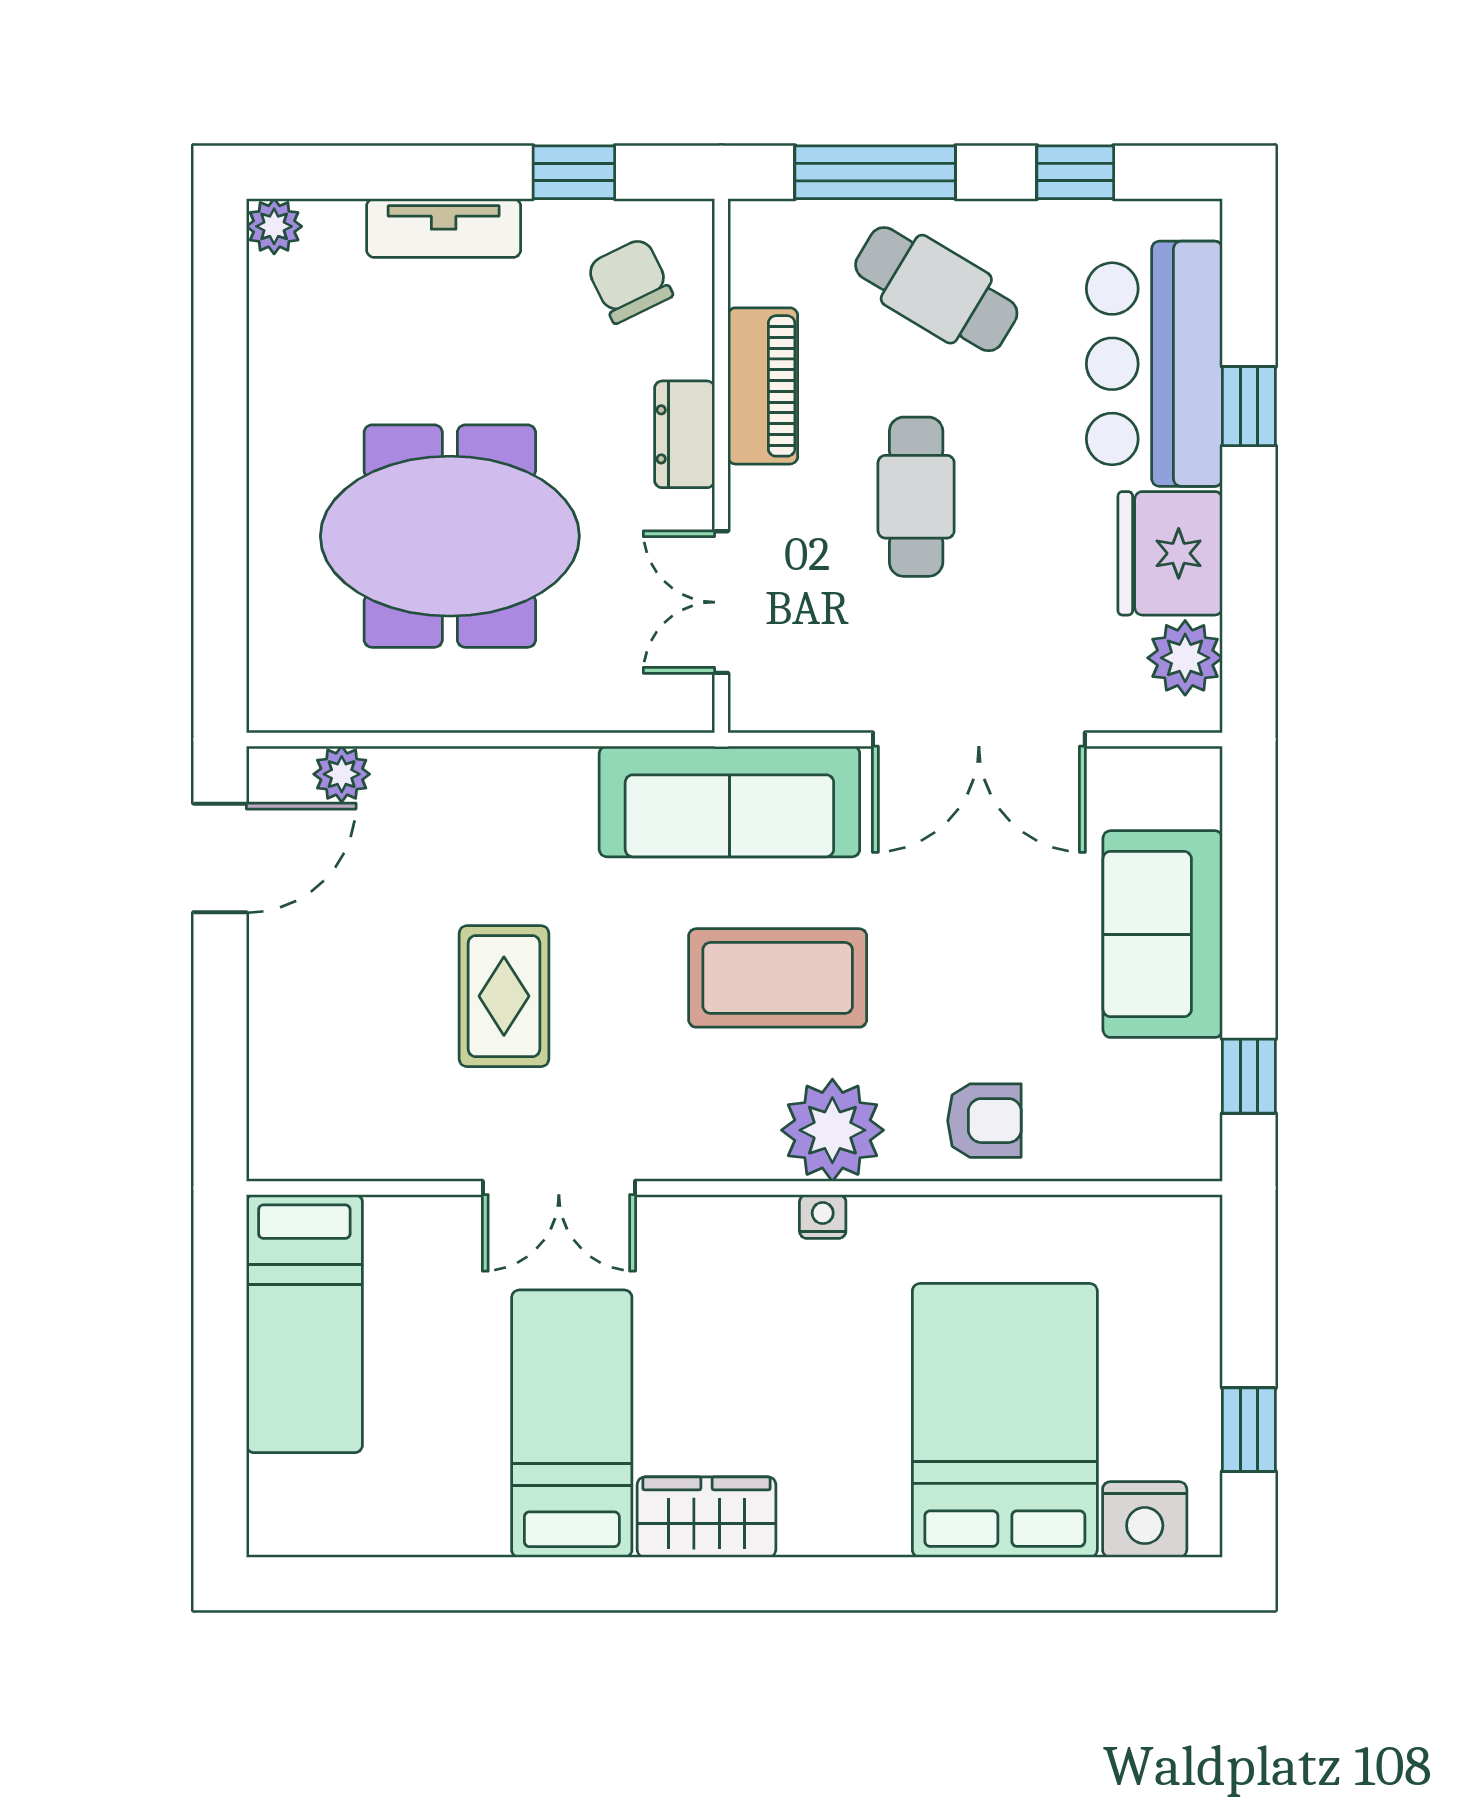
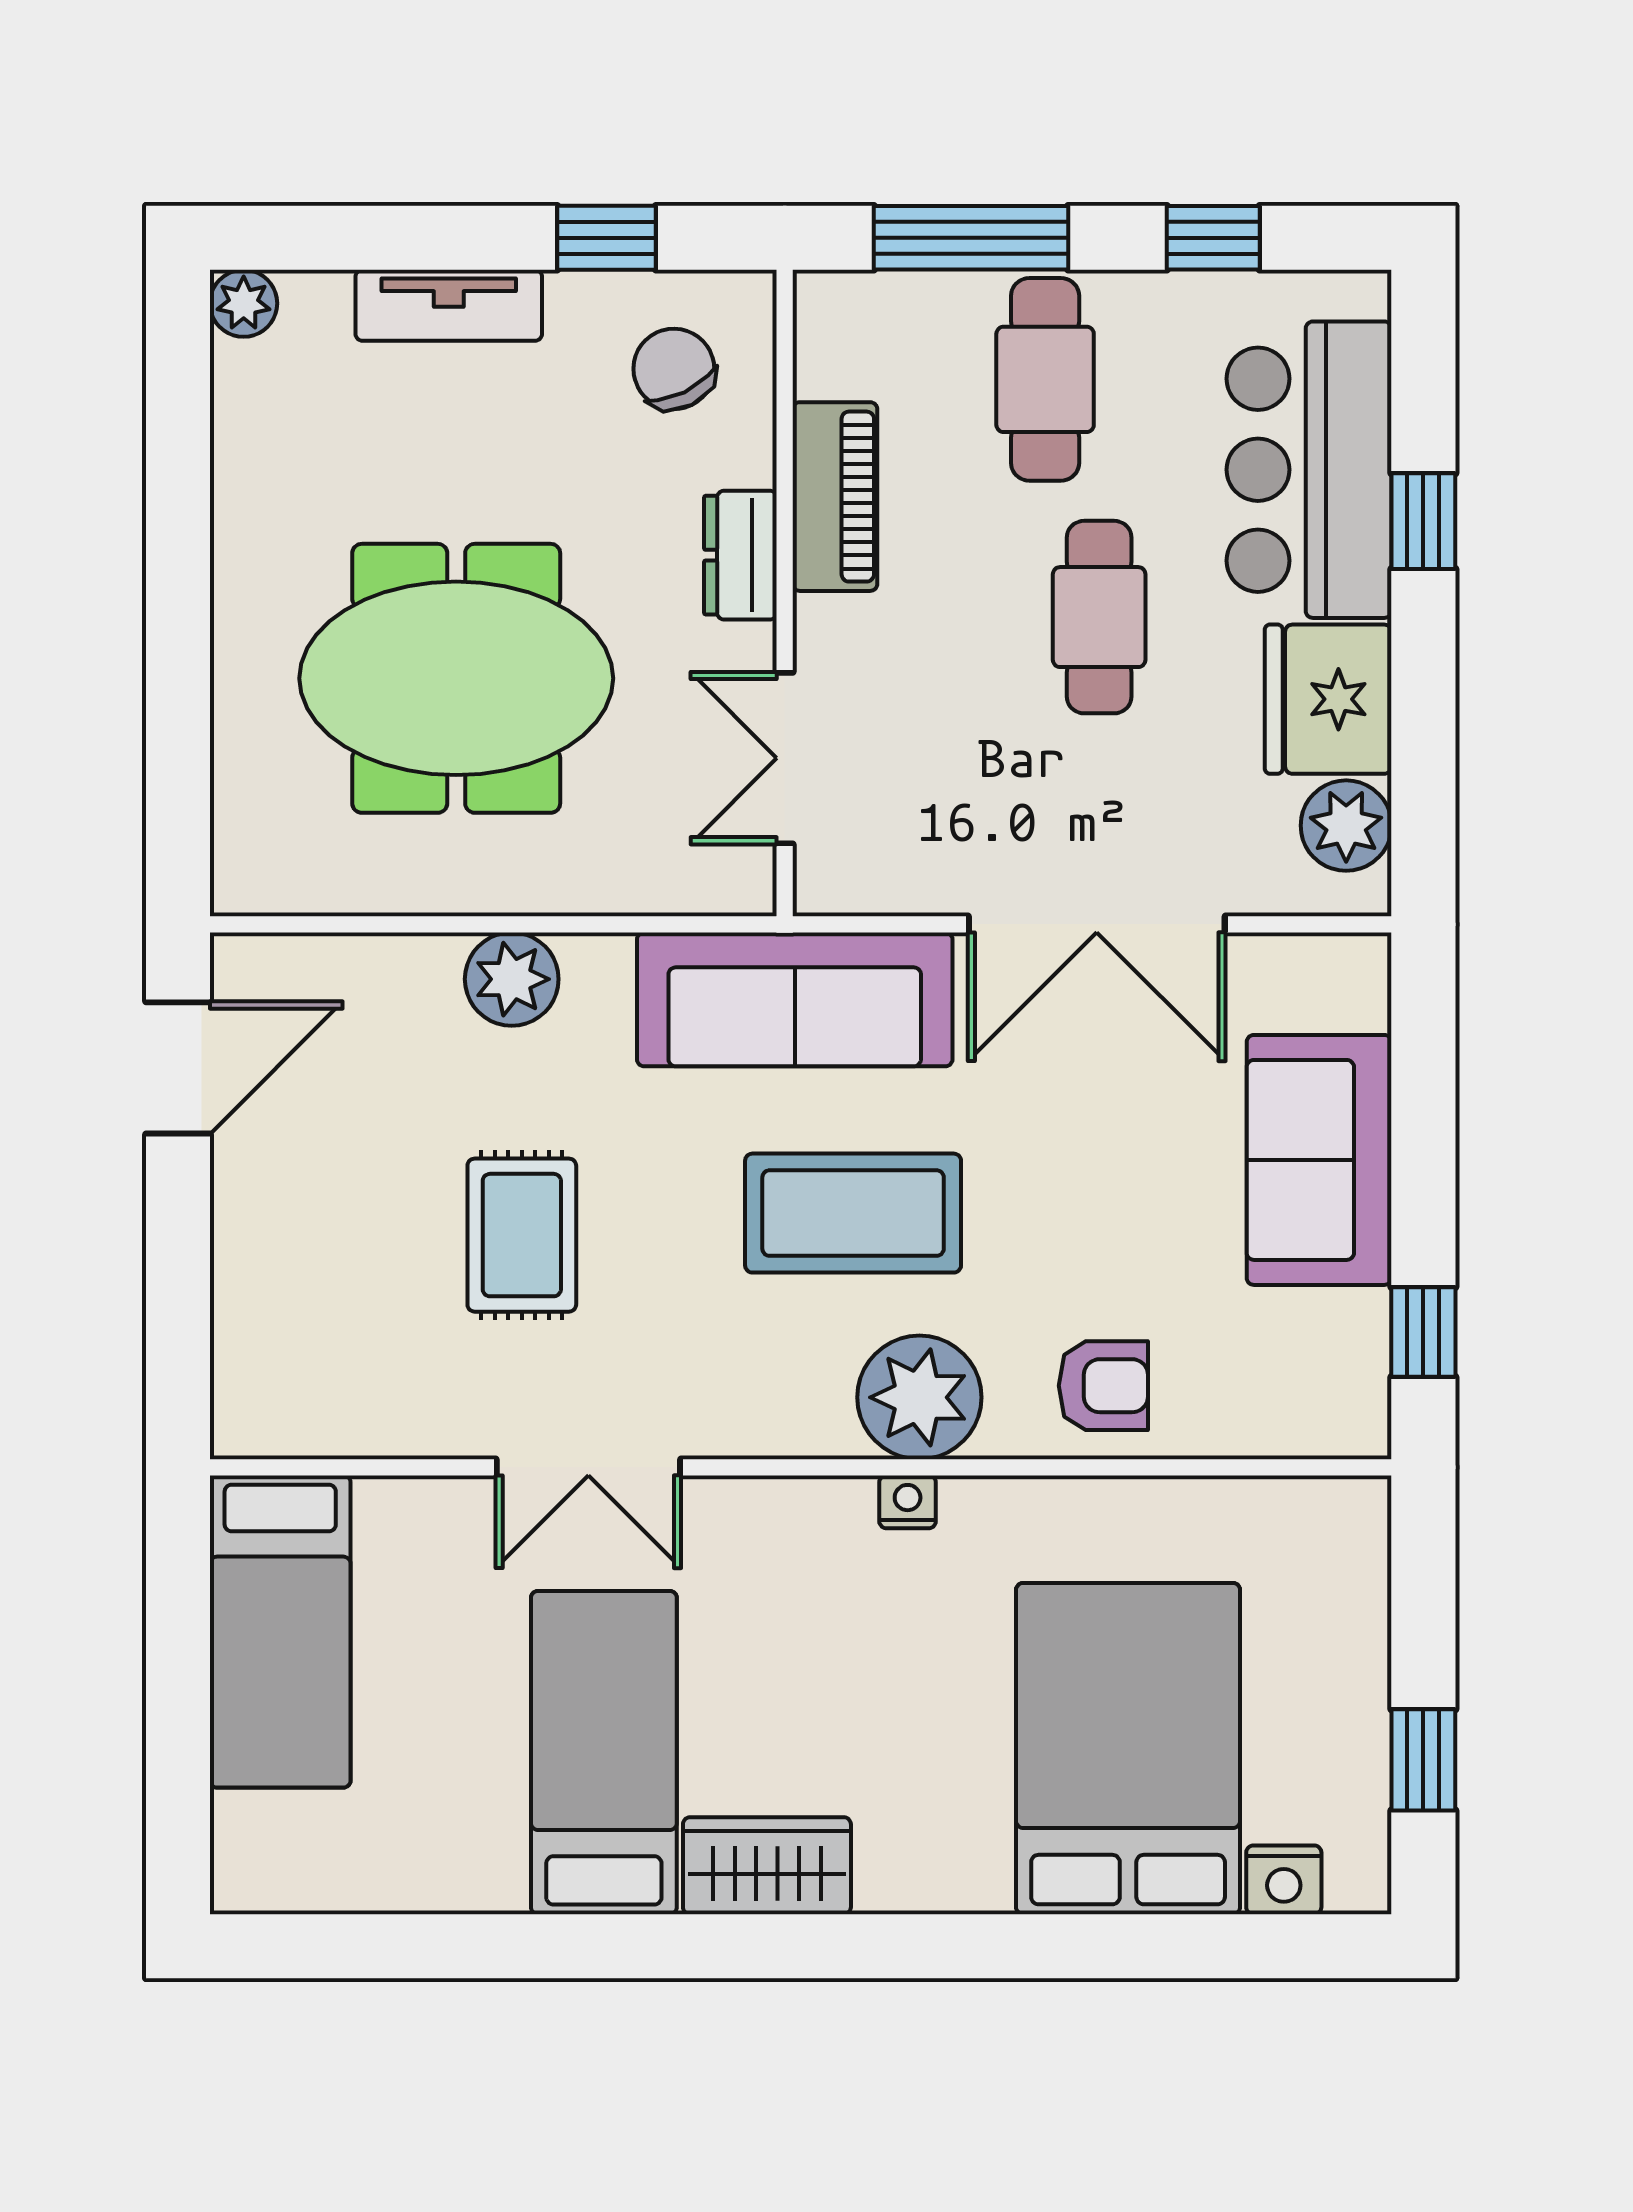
cafe table: (936, 289) -> (1045, 379), turned 59
cafe table: (916, 497) -> (1099, 617), moved
plant: (342, 774) -> (512, 979), moved, width x1.38, depth x1.38
nightstand: (1145, 1520) -> (1284, 1880), width x0.74, depth x0.75

